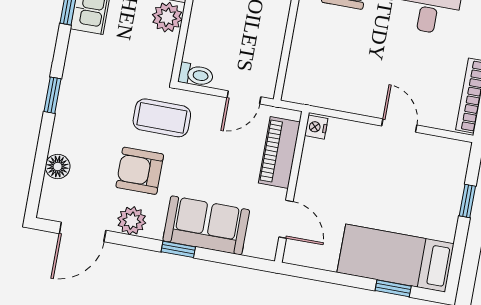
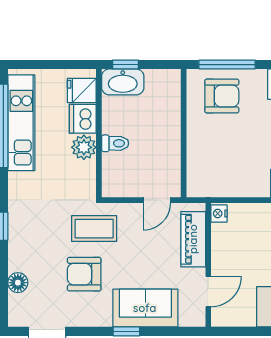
toilet: (196, 75) -> (115, 143), moved
door: (286, 219) -> (208, 292), hinge flipped
plant: (132, 221) -> (85, 315), removed

